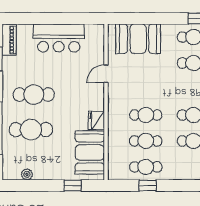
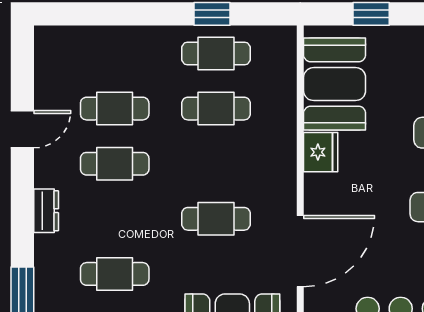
door: (106, 74) -> (300, 251), width x1.87
cafe table: (146, 115) -> (216, 219), moved

